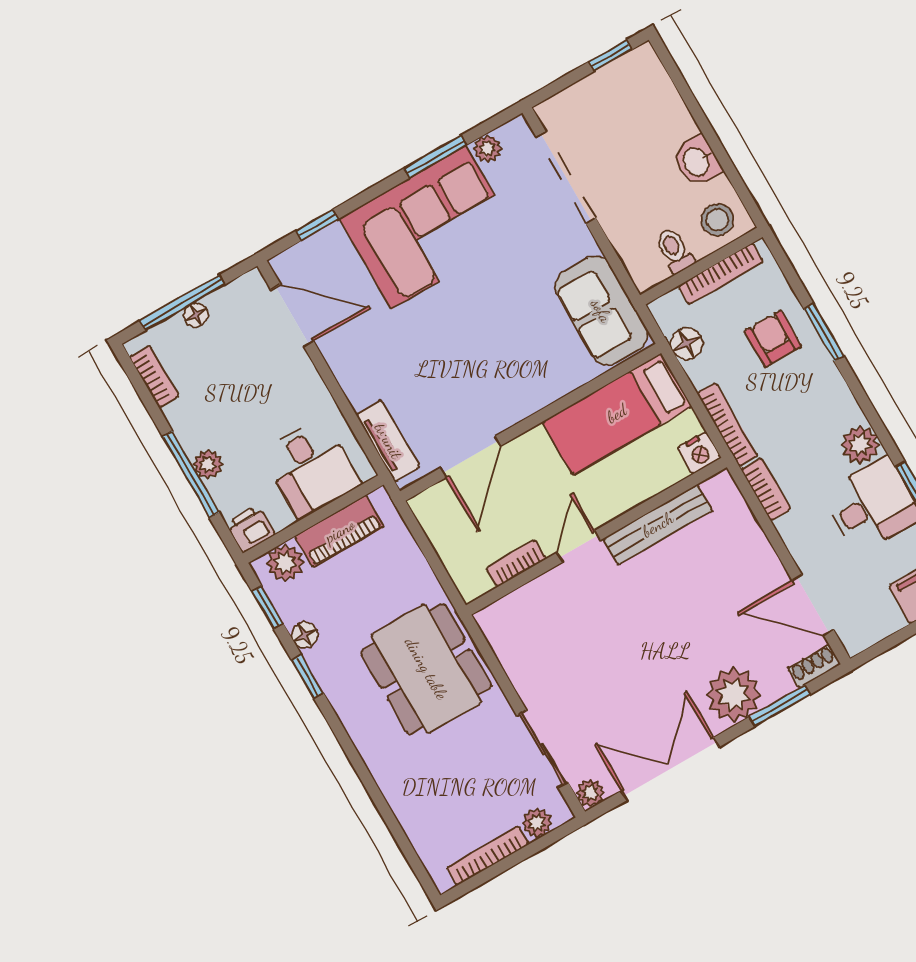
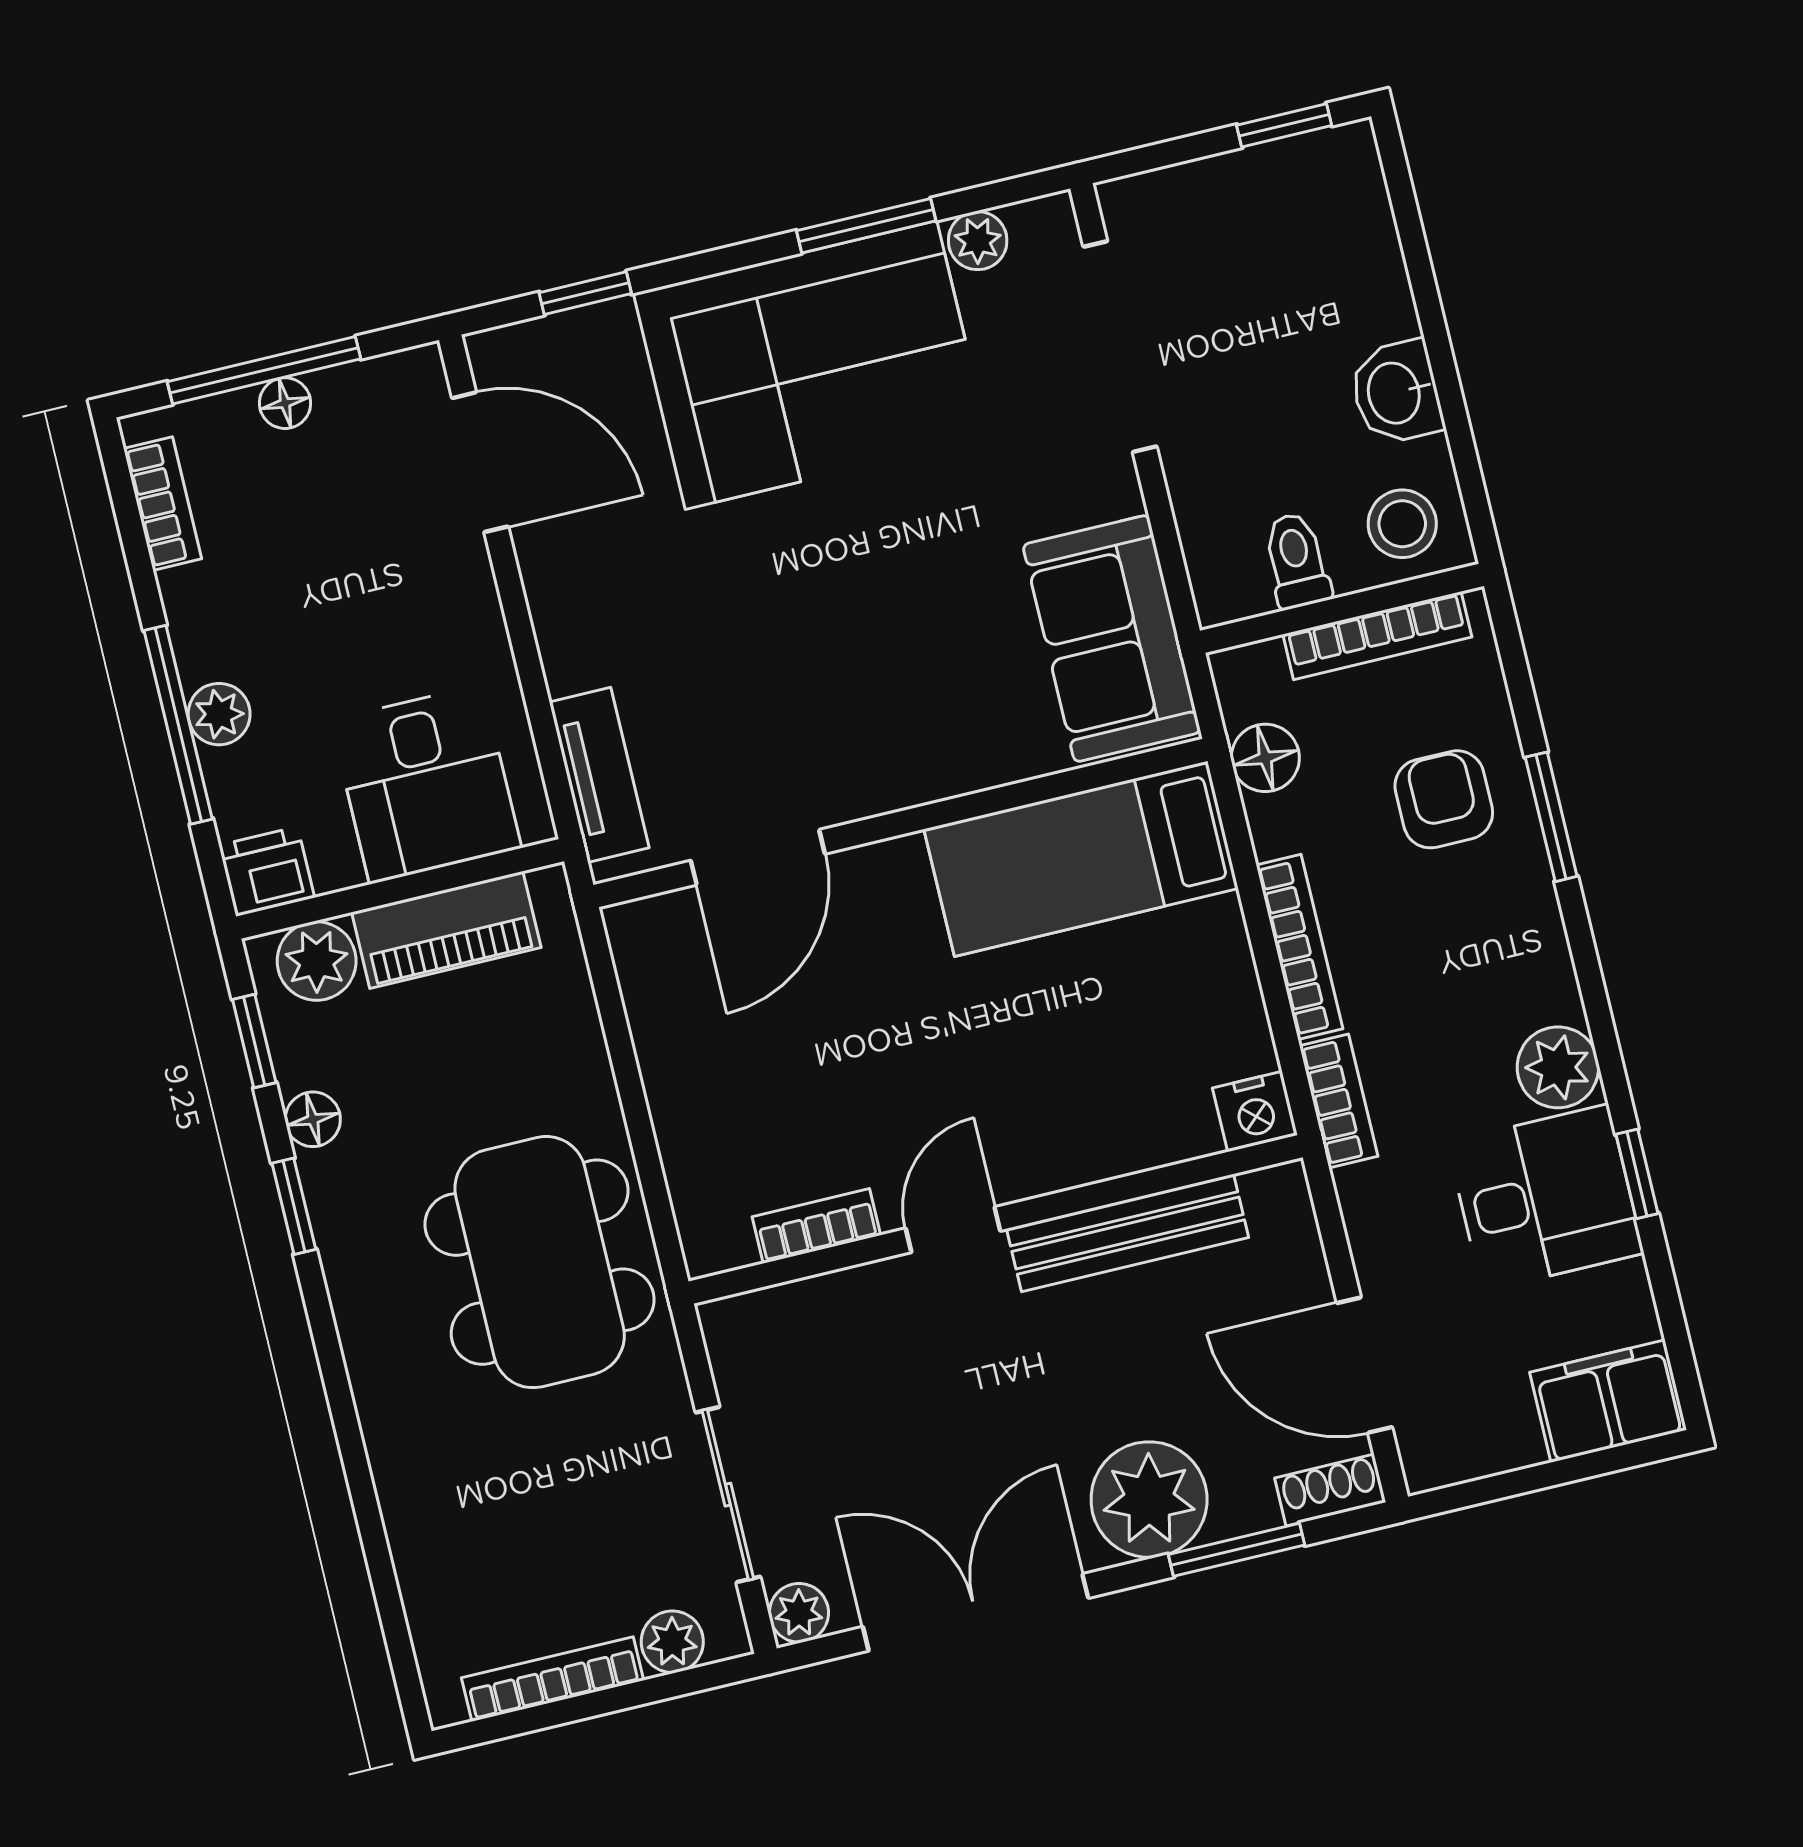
nightstand: (699, 453) -> (1255, 1112), moved
bench: (658, 525) -> (1127, 1233), moved
wall: (596, 536) -> (996, 1219), moved
door: (578, 547) -> (953, 1230), moved
bookcase: (516, 563) -> (816, 1226), moved

